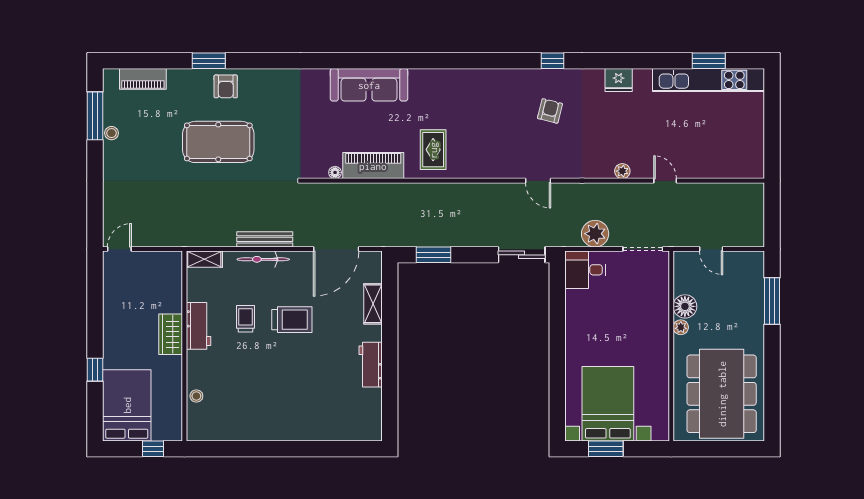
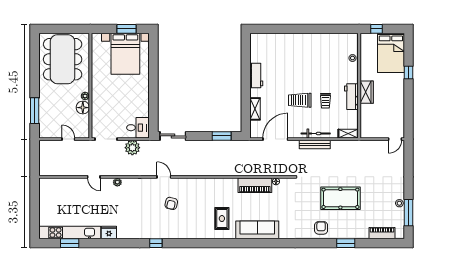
fridge: (619, 80) -> (109, 232), moved
armchair: (226, 86) -> (321, 228), moved
armchair: (550, 111) -> (171, 203), moved
rug: (433, 150) -> (222, 219), moved

